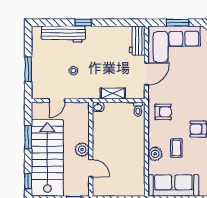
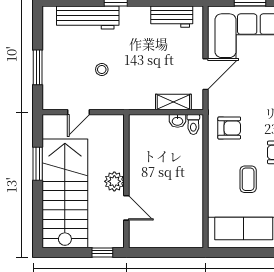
workbench: (137, 40) -> (172, 17), moved, turned -90
shelving: (113, 93) -> (173, 102), moved
washbasin: (98, 107) -> (178, 121), moved
plant: (155, 154) -> (218, 188), removed
window: (28, 181) -> (38, 226), removed

